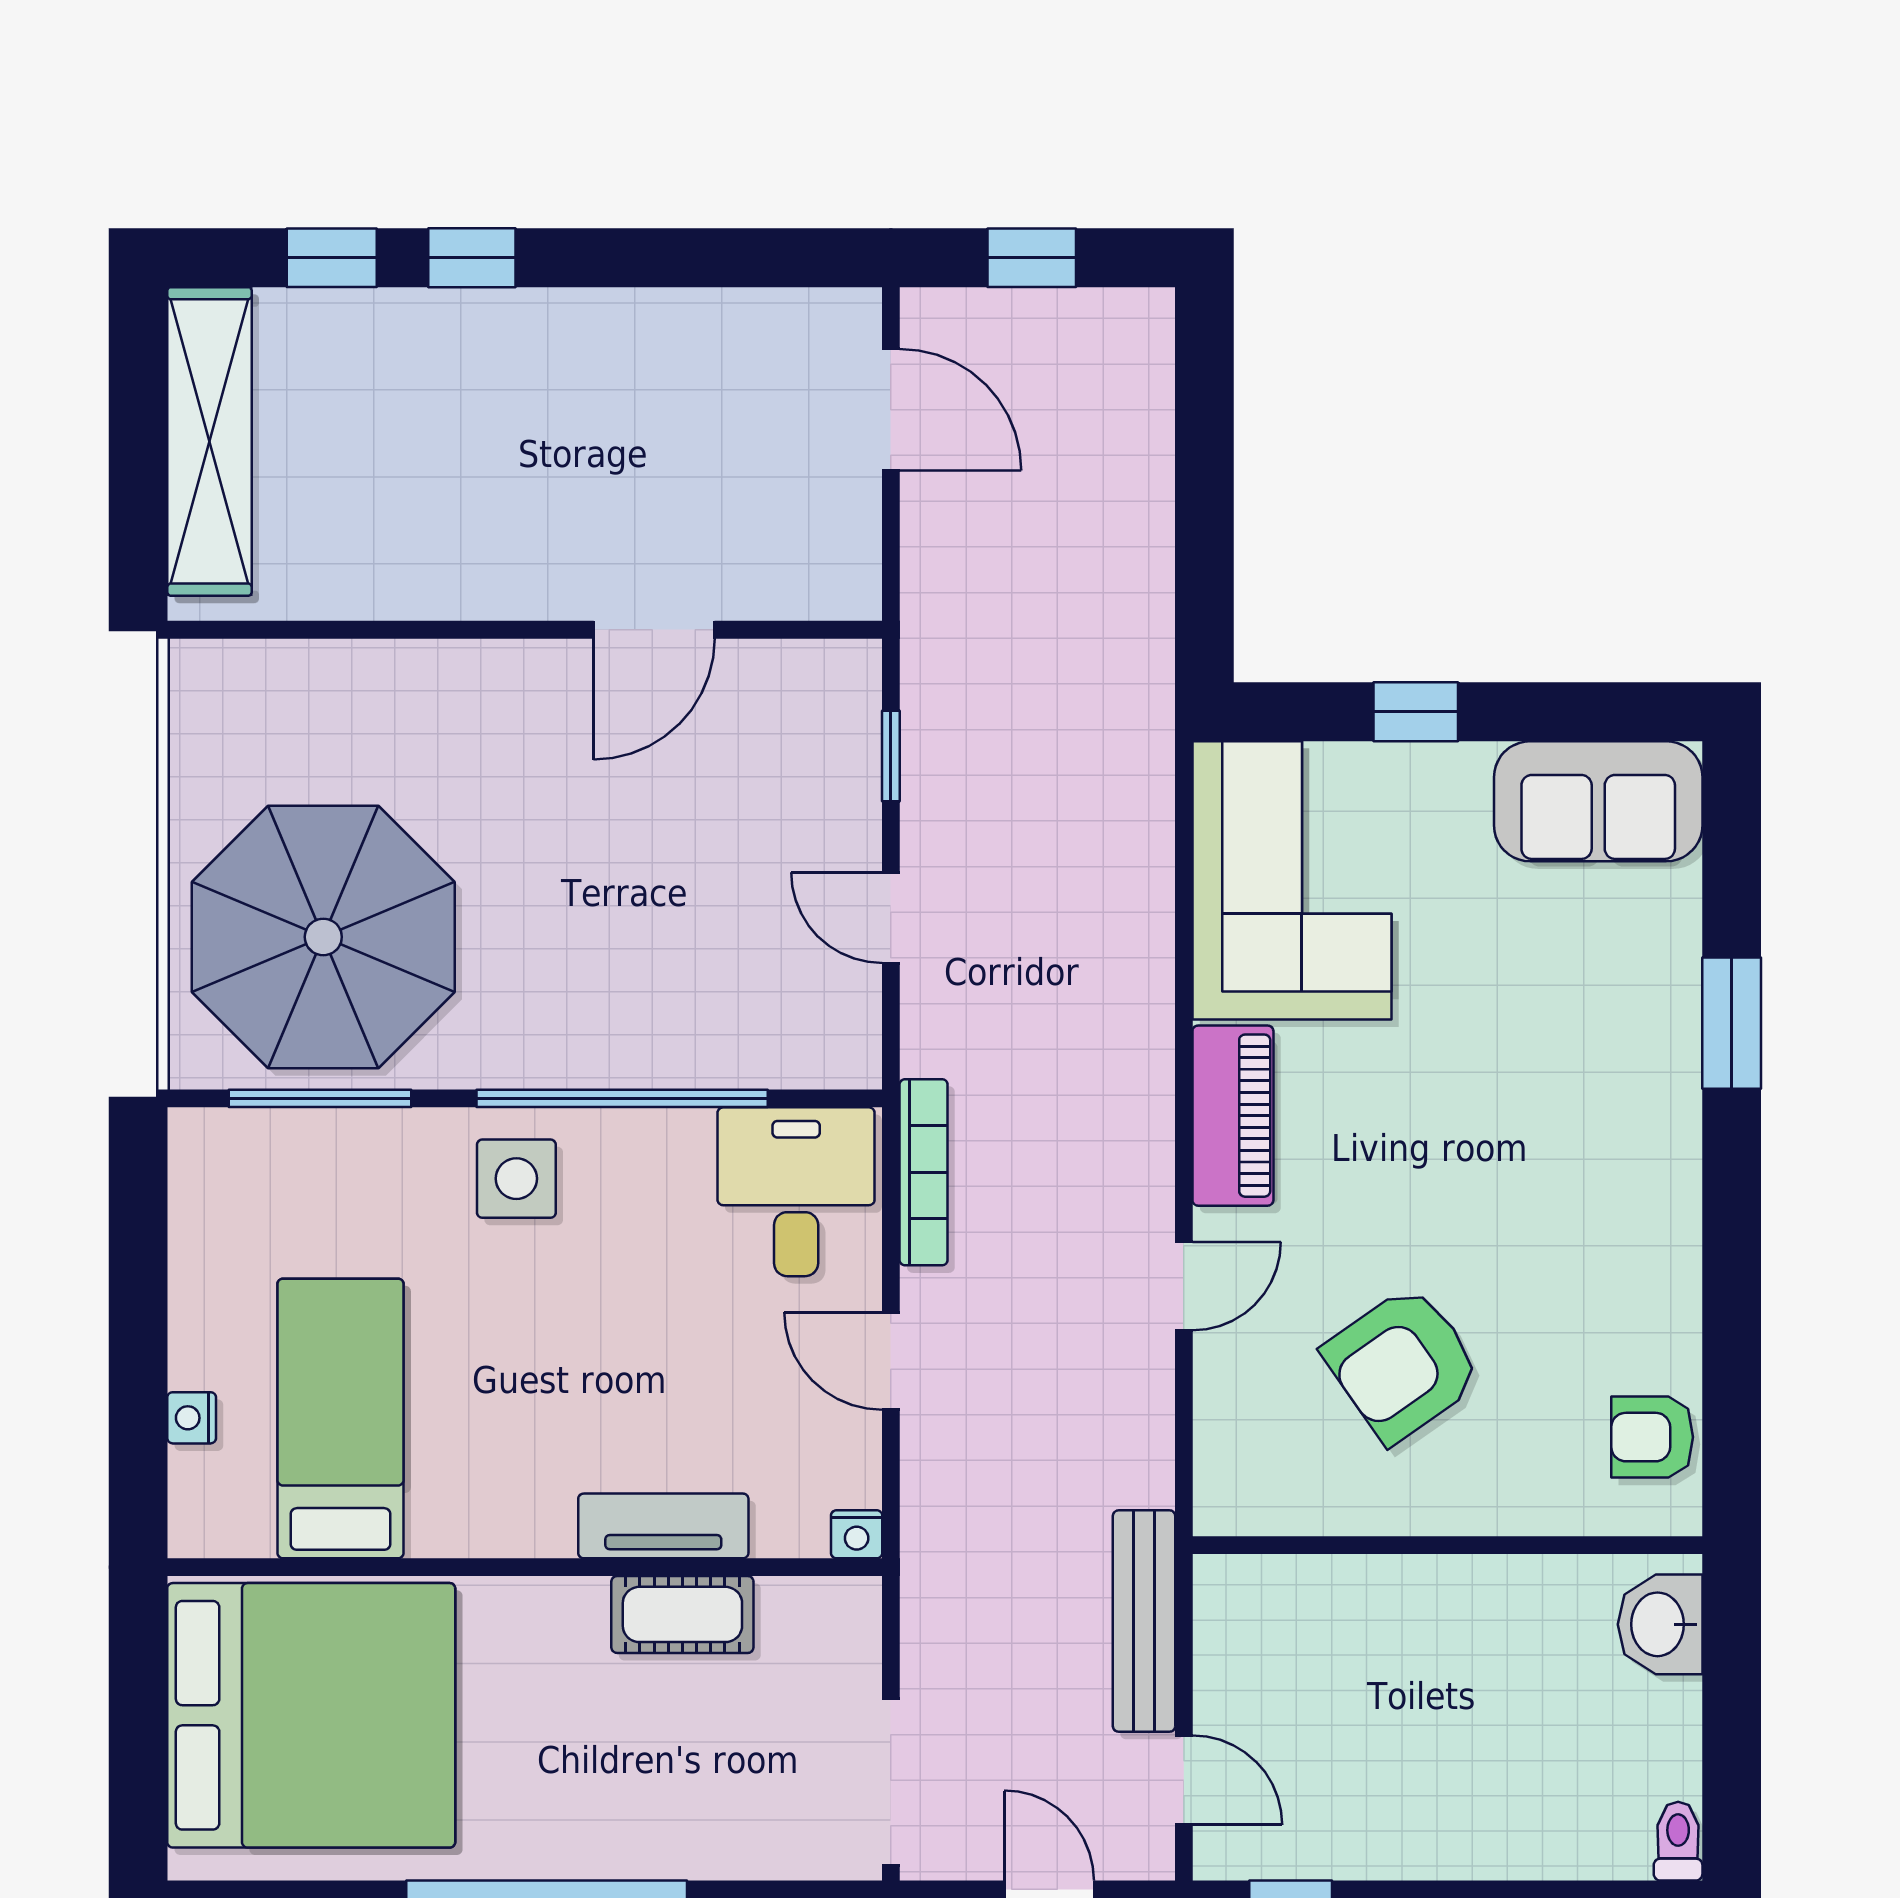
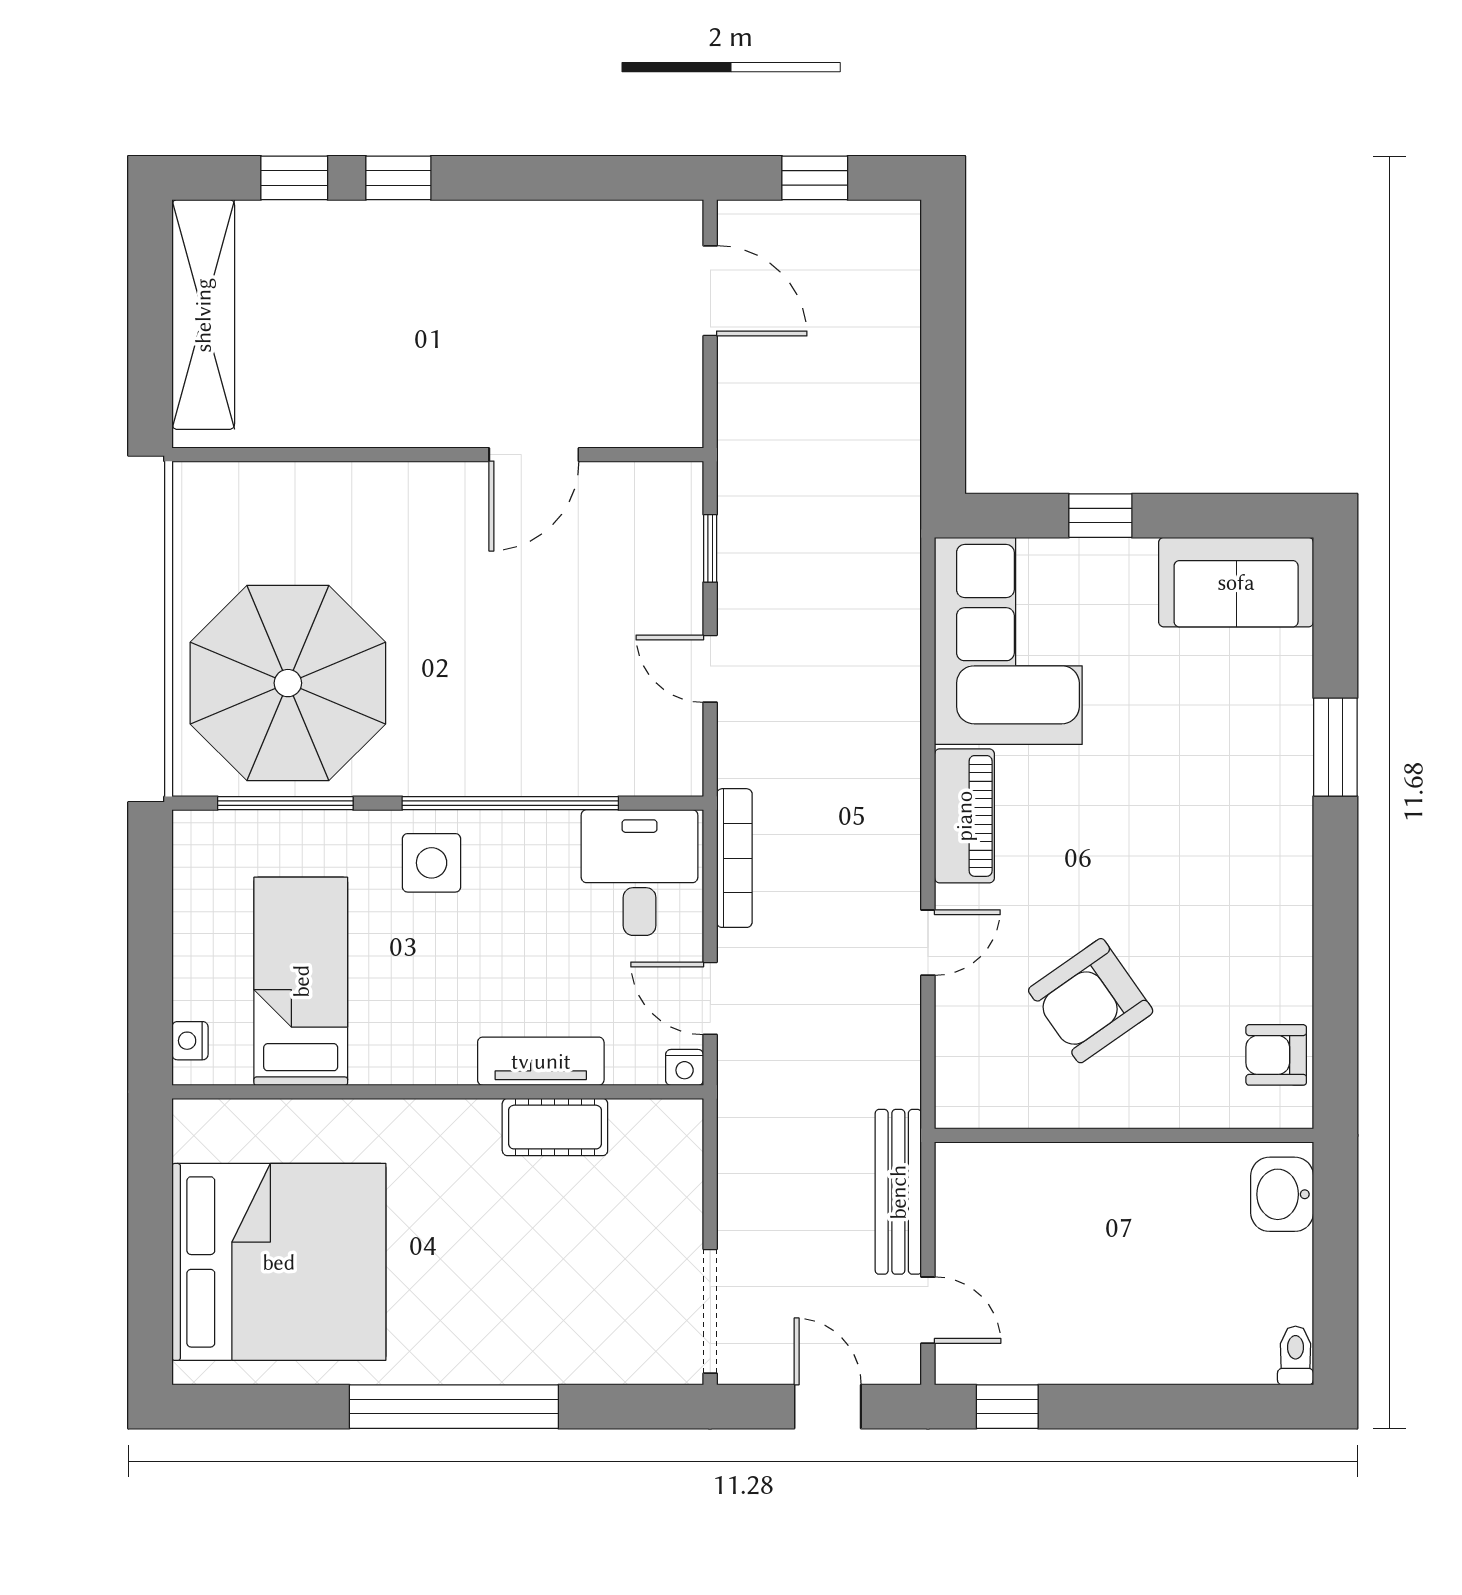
bed: (341, 1418) -> (301, 981), moved
tv unit: (663, 1526) -> (541, 1061), moved
nightstand: (857, 1534) -> (685, 1067), moved
wall: (525, 1567) -> (438, 1092), moved
cot: (682, 1614) -> (555, 1127), moved

